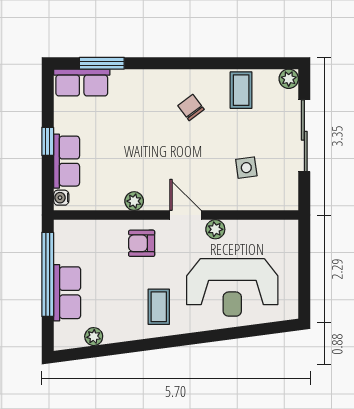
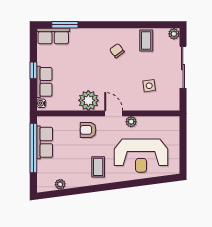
plant: (134, 201) -> (88, 100), width x1.88, depth x1.88
row of seats: (67, 293) -> (45, 142), moved

